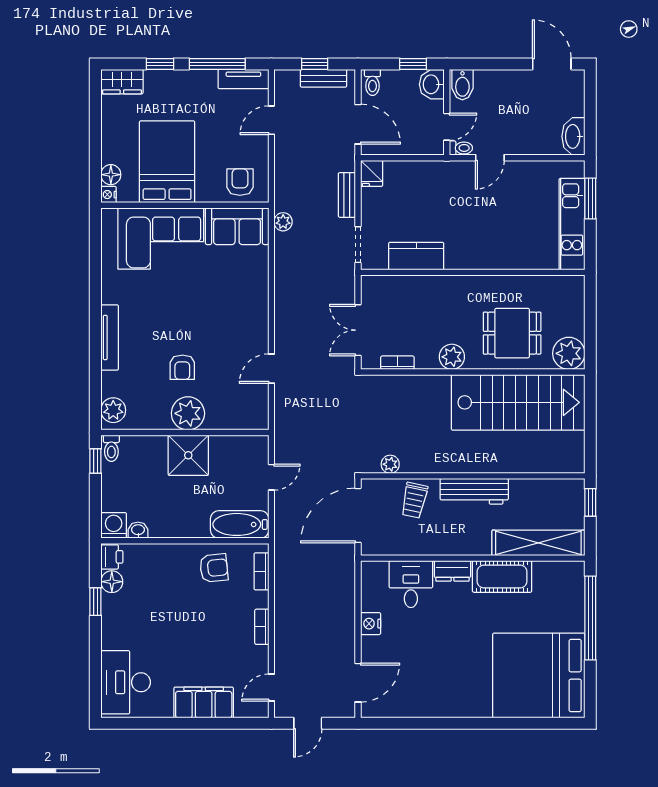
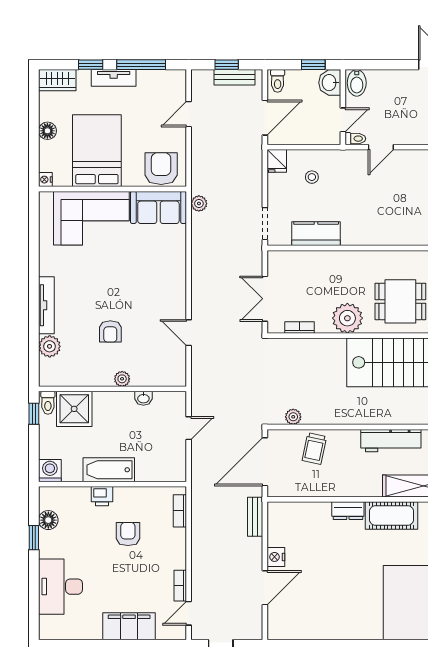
tv unit: (243, 79) -> (114, 78), moved
door: (358, 124) -> (265, 118), hinge flipped
floor lamp: (111, 175) -> (47, 131), moved
armchair: (240, 182) -> (161, 169), width x1.38, depth x1.38
stool: (411, 192) -> (312, 177), added
bench: (347, 195) -> (255, 517), moved
plant: (452, 357) -> (347, 318), width x1.36, depth x1.36
door: (271, 369) -> (189, 333), hinge flipped
plant: (113, 410) -> (50, 346), moved
plant: (188, 413) -> (122, 379), width x0.53, depth x0.53
shower: (188, 455) -> (74, 409), moved
workbench: (474, 491) -> (391, 441), moved
bathtub: (240, 524) -> (109, 470), moved
washbasin: (138, 530) -> (143, 398), moved, turned 180
printer: (112, 557) -> (102, 496), moved, turned 90
armchair: (214, 568) -> (128, 534), moved, turned -84
desk: (411, 584) -> (311, 522), removed
bookcase: (262, 627) -> (180, 586), moved
desk: (126, 682) -> (60, 587), moved
door: (358, 683) -> (265, 588), moved

